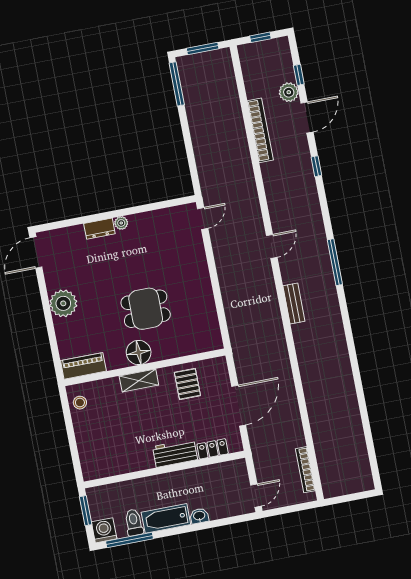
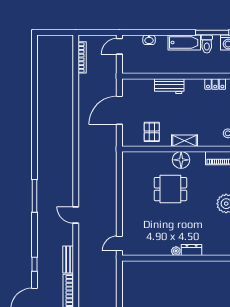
door: (272, 246) -> (76, 215), hinge flipped
bench: (294, 304) -> (68, 260), moved
locker: (213, 449) -> (215, 84), moved
washbasin: (199, 516) -> (149, 40), moved

